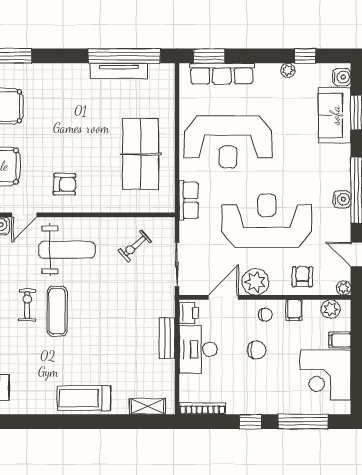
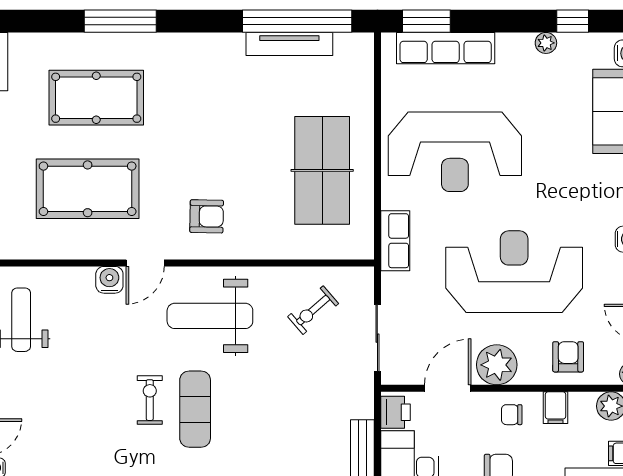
weight bench: (67, 250) -> (210, 316), turned 180
chair: (265, 315) -> (512, 415), turned 180

